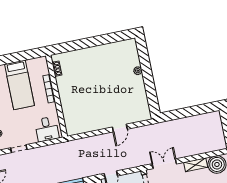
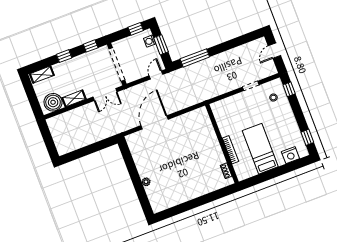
door: (120, 128) -> (155, 122), width x1.88
desk: (47, 129) -> (226, 110), removed

